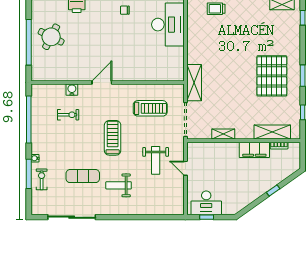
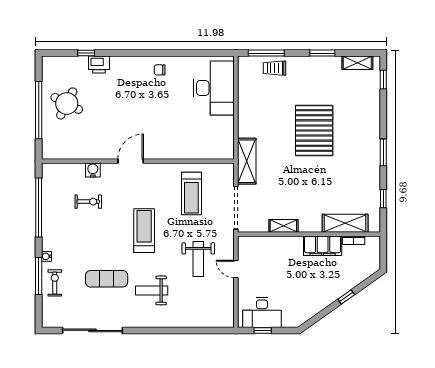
pallet: (272, 76) -> (314, 130), moved
treadmill: (150, 108) -> (191, 194), turned 90

